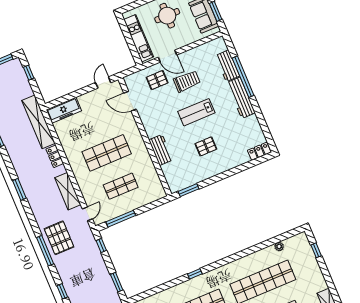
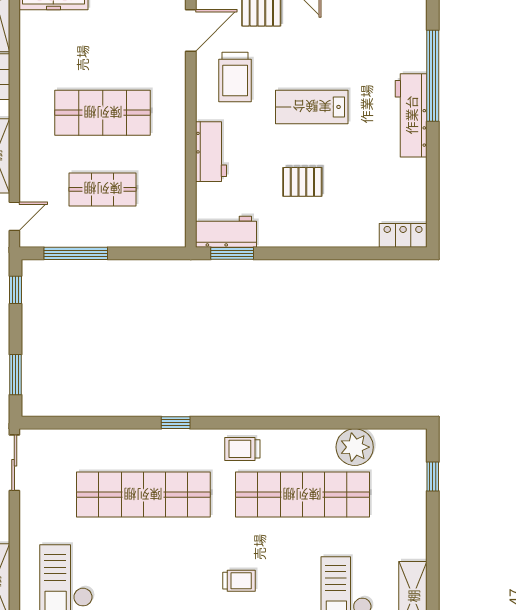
workbench: (227, 66) -> (226, 232), moved, turned 90
trolley: (187, 81) -> (235, 77), moved, turned 90
door: (130, 101) -> (191, 31), swing flipped
plant: (279, 246) -> (355, 447), width x1.87, depth x1.87
trolley: (229, 273) -> (242, 449), added

